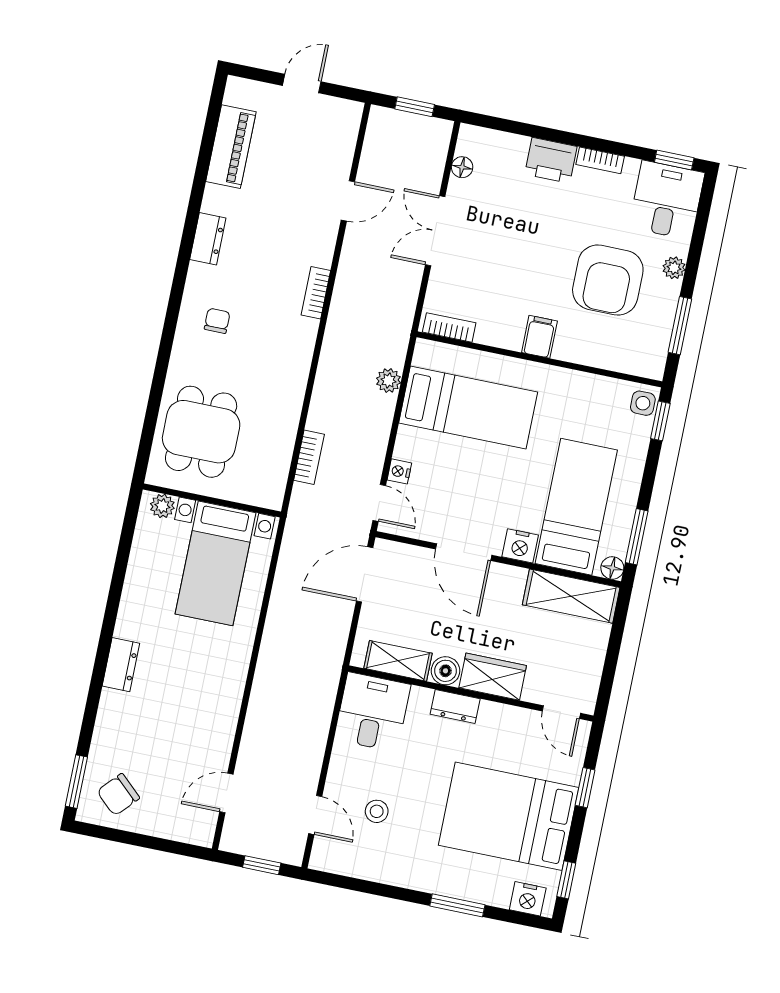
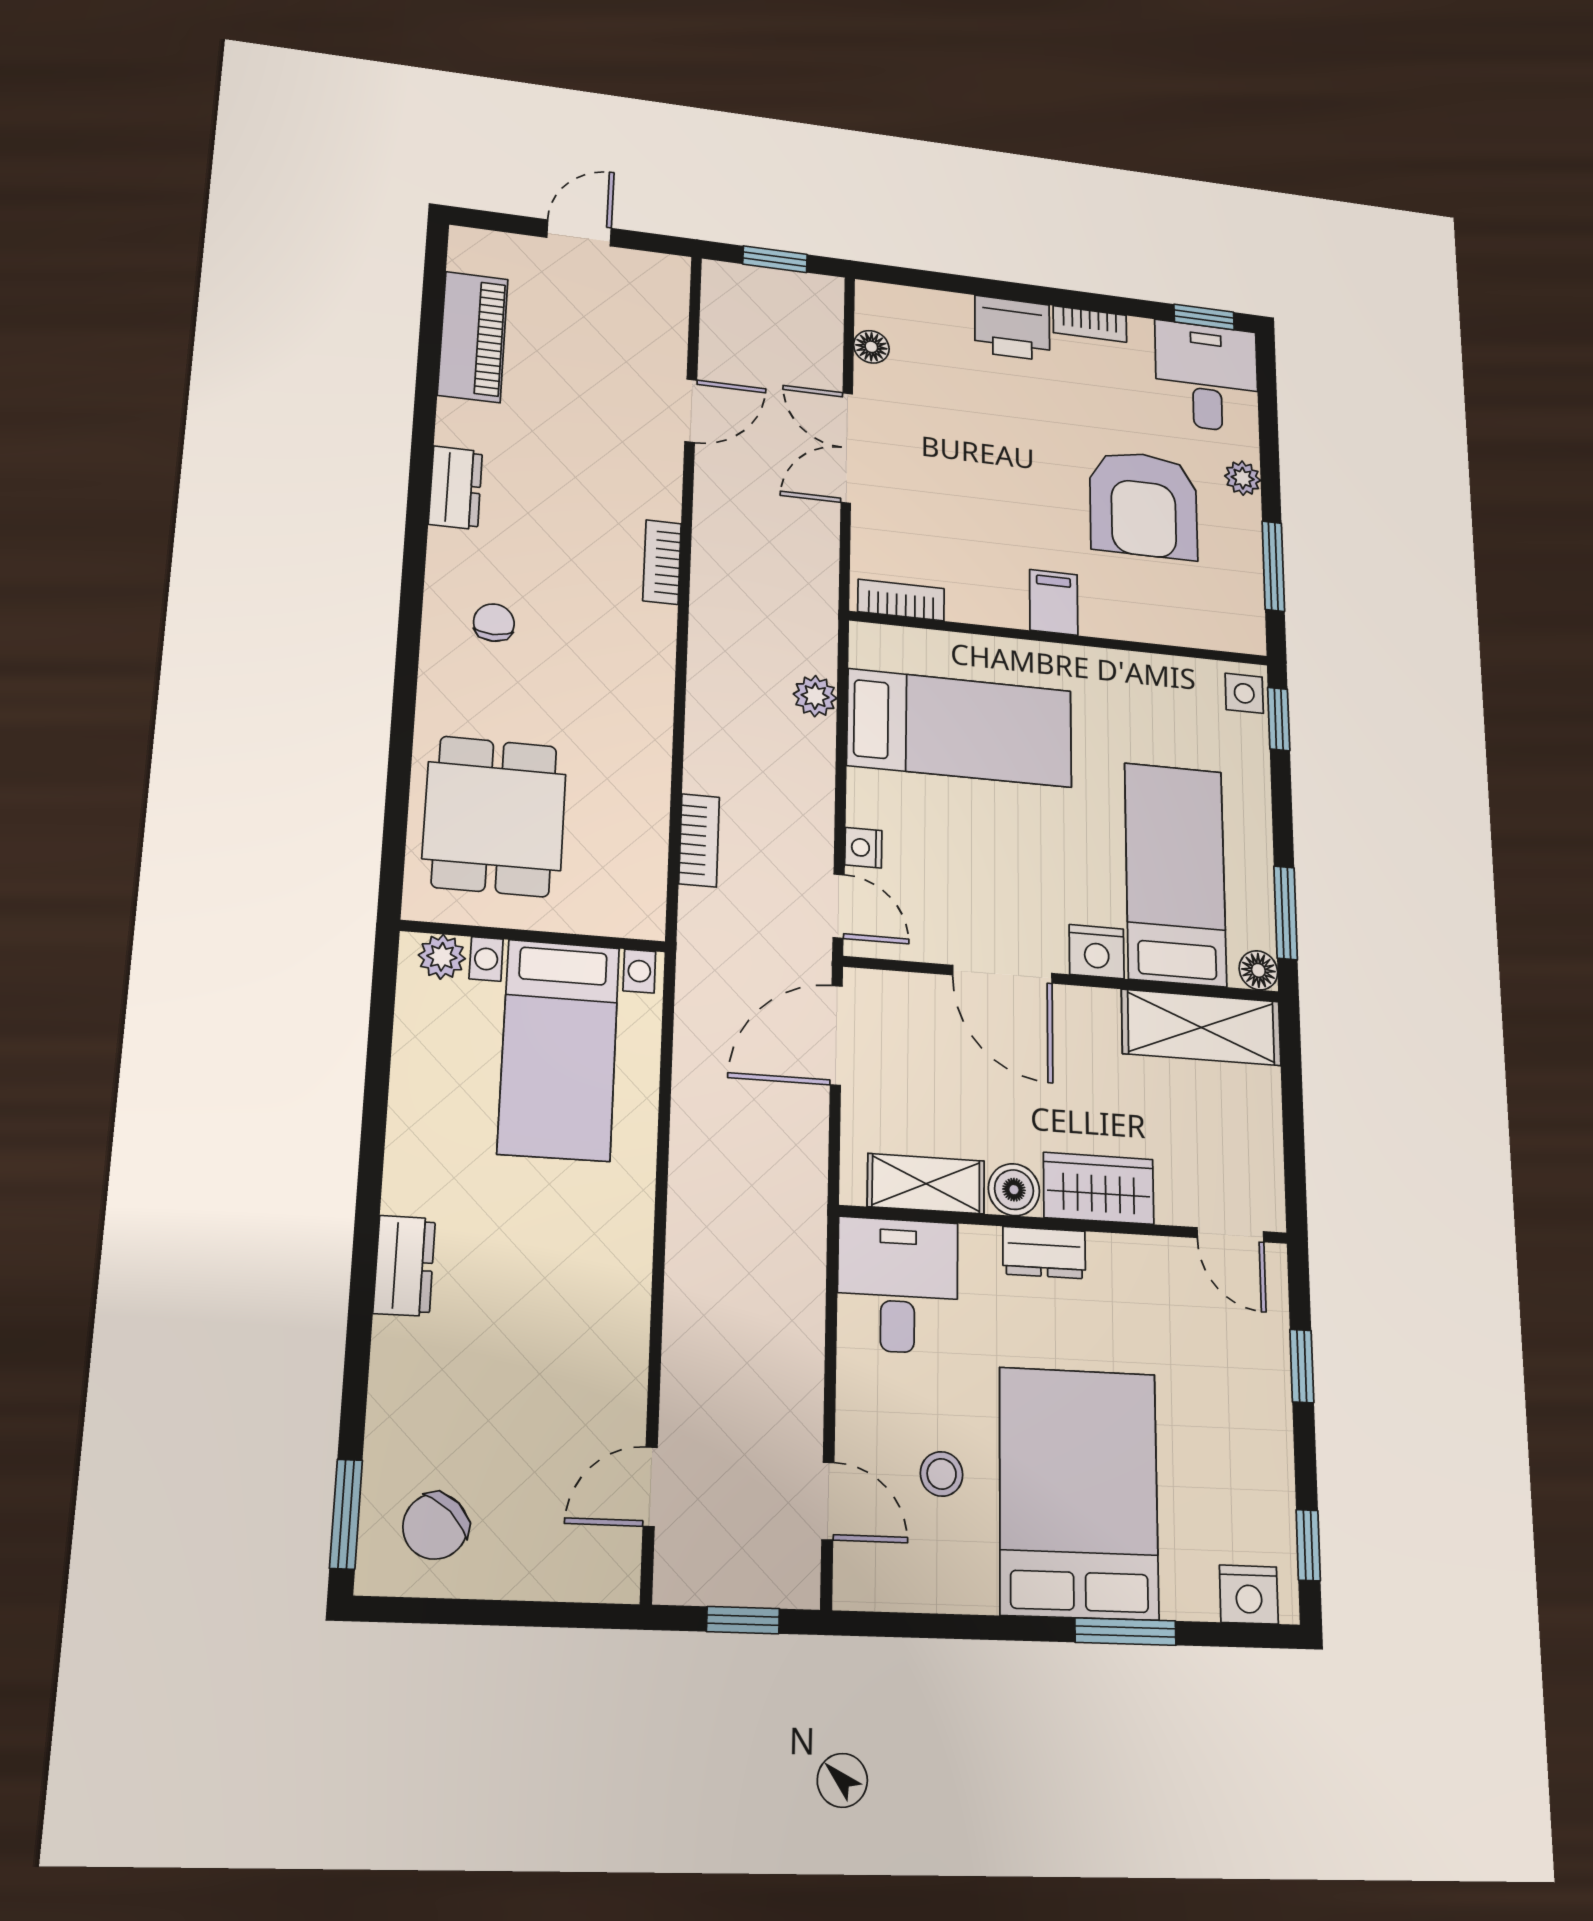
bed: (509, 816) -> (1079, 1493), moved, turned 90

